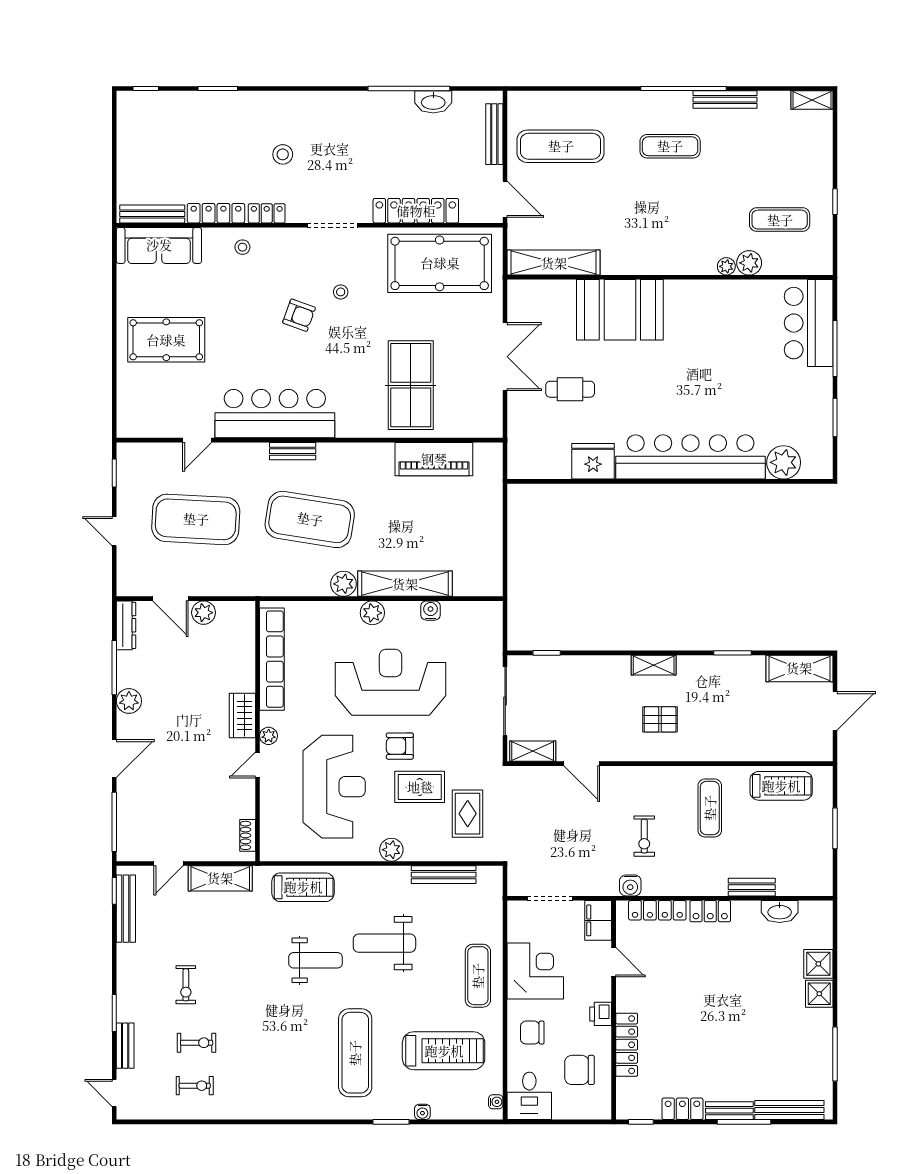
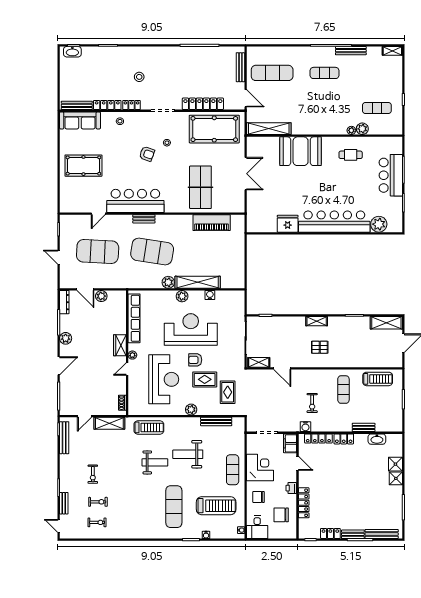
washbasin: (433, 102) -> (72, 52), moved
bar counter: (809, 323) -> (391, 175), moved
cafe table: (570, 389) -> (351, 155), moved

